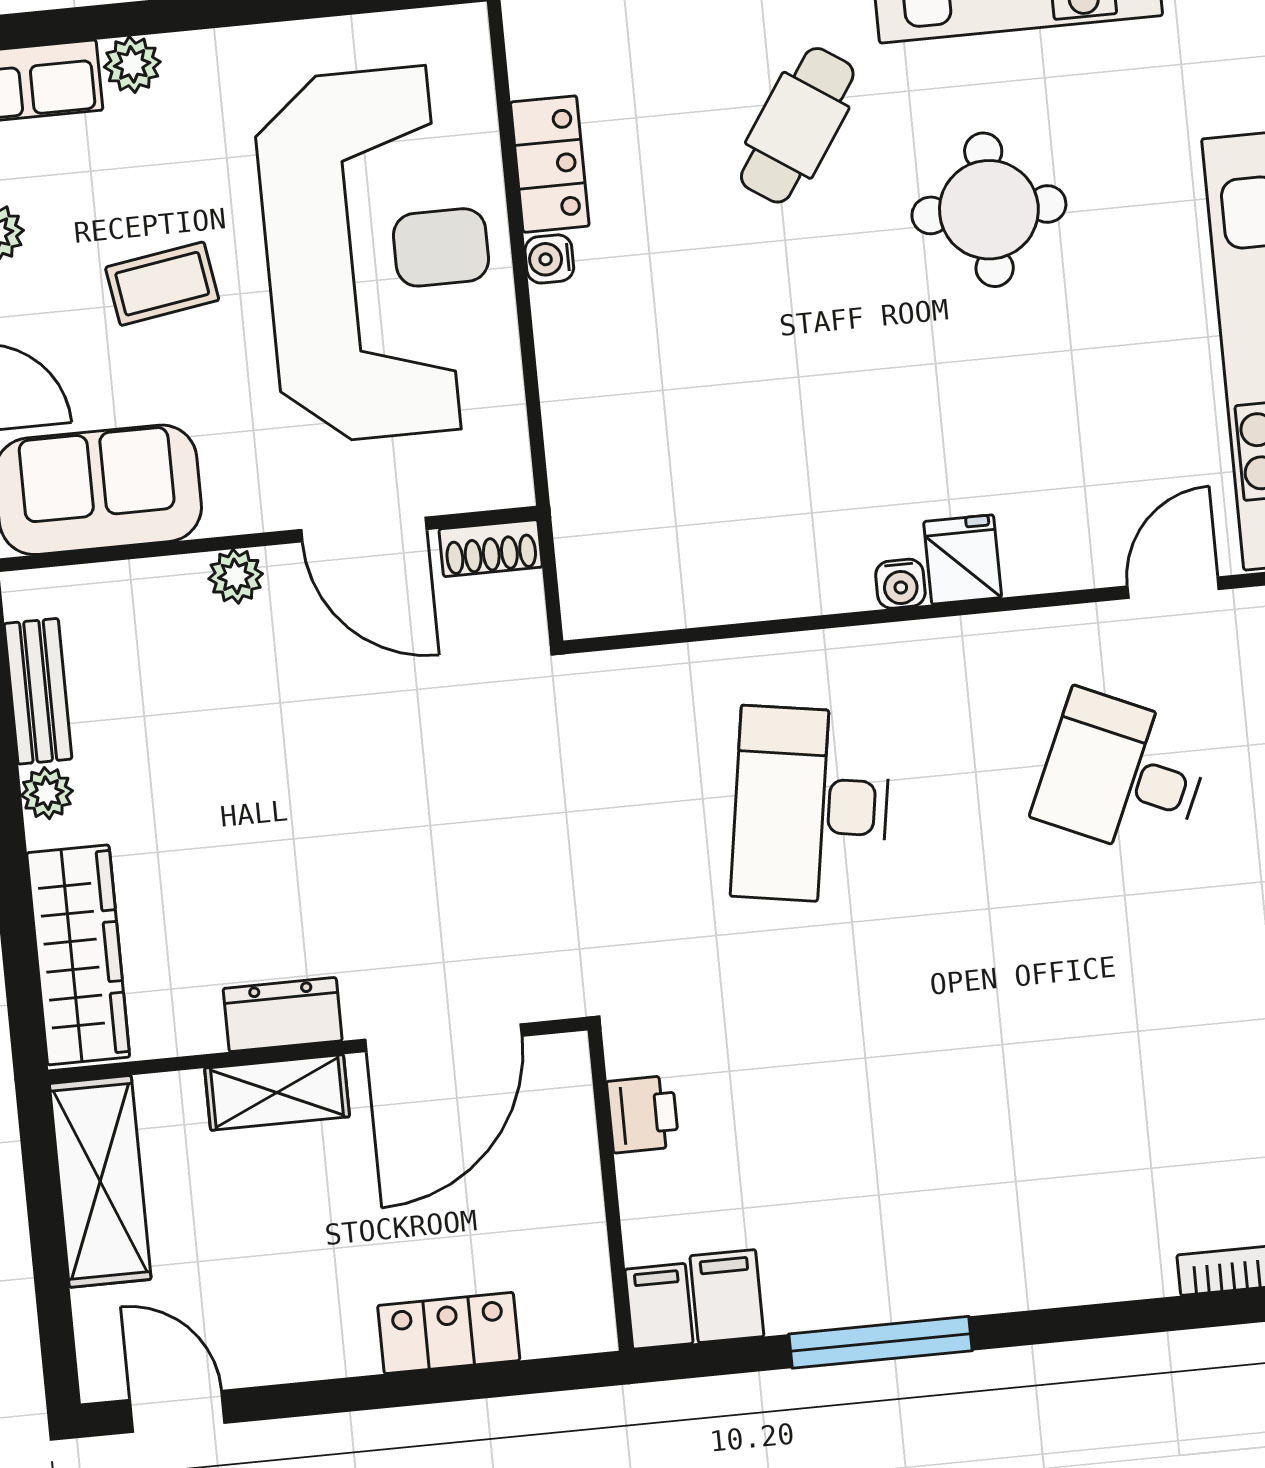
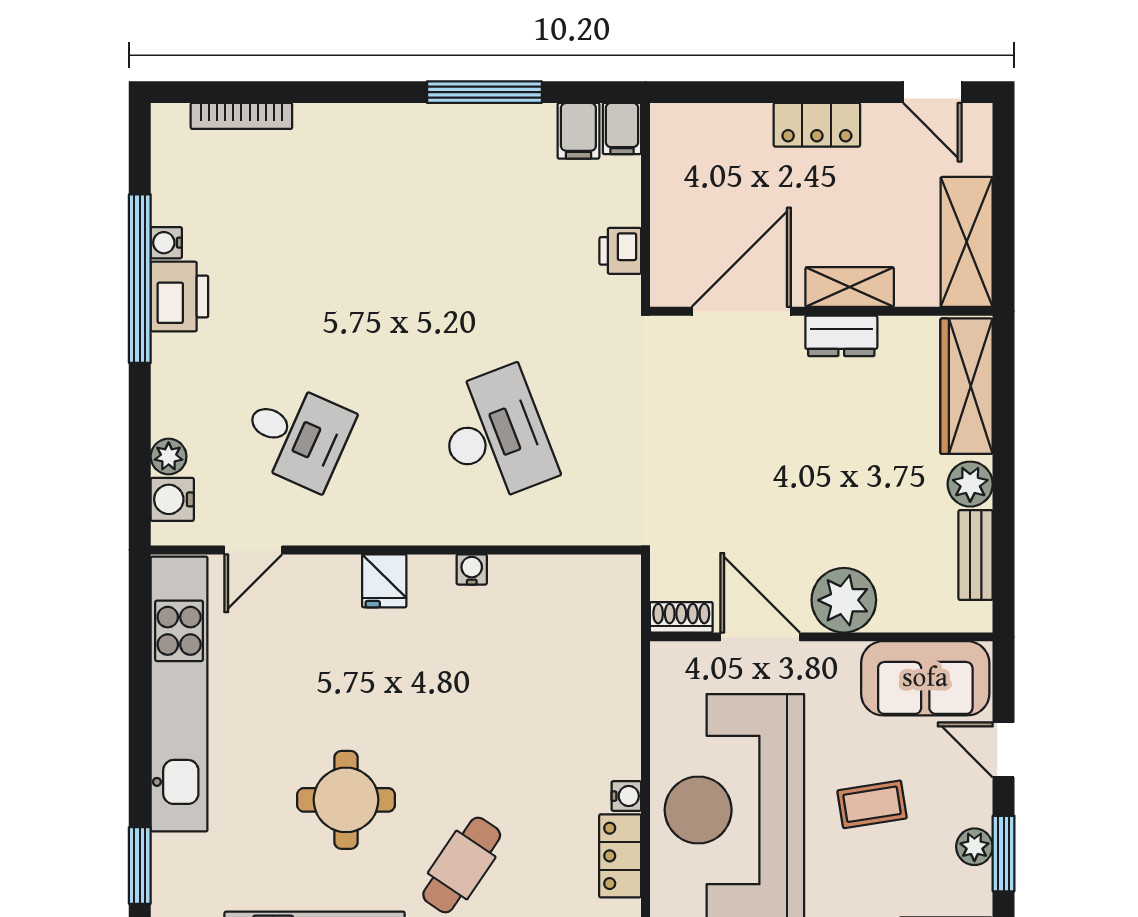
plant: (236, 576) -> (844, 600), width x1.88, depth x1.88
water cooler: (900, 584) -> (472, 569), moved
plant: (47, 793) -> (970, 484), width x1.38, depth x1.38
desk: (811, 805) -> (495, 435), turned -30
locker: (449, 1333) -> (817, 125), moved

